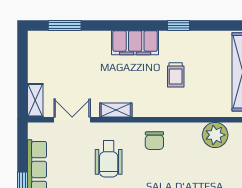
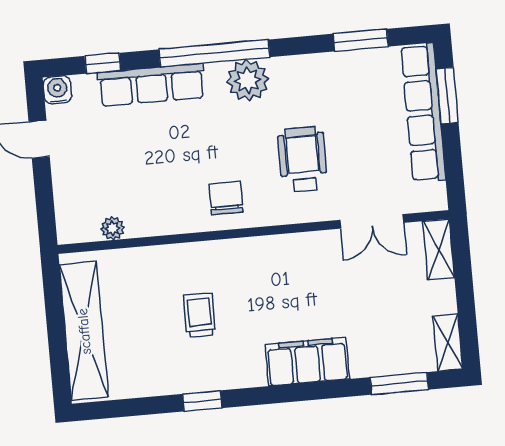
filing cabinet: (135, 43) -> (307, 362), moved
shelving: (116, 110) -> (448, 342), moved, turned 90
plant: (215, 135) -> (113, 228), width x0.53, depth x0.53

